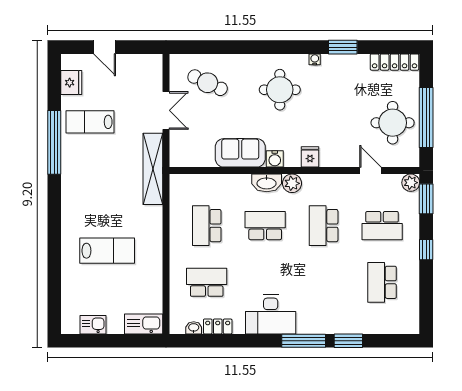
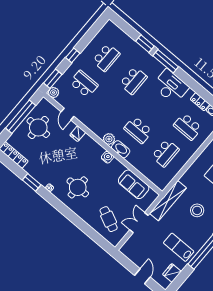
lab bench: (90, 122) -> (179, 247), turned 180
sofa: (240, 153) -> (134, 184), moved
fridge: (310, 157) -> (78, 134), moved
stool: (106, 187) -> (197, 210), added
school desk: (324, 226) -> (133, 81), moved

